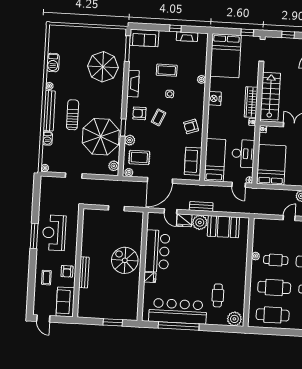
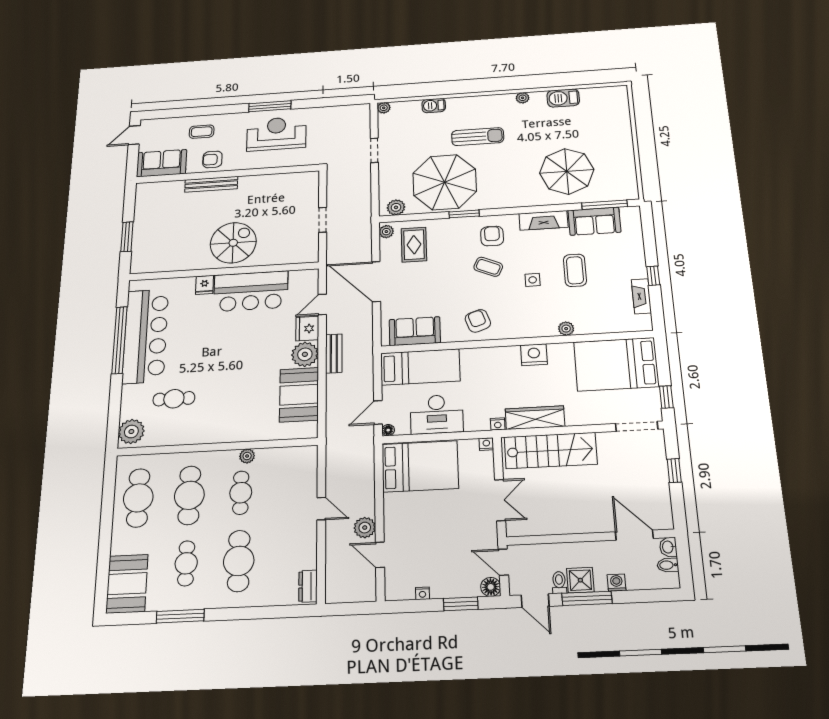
sofa: (144, 38) -> (594, 221), moved, turned -90
bench: (49, 111) -> (481, 102), removed
plant: (130, 140) -> (443, 226), removed

